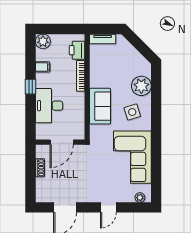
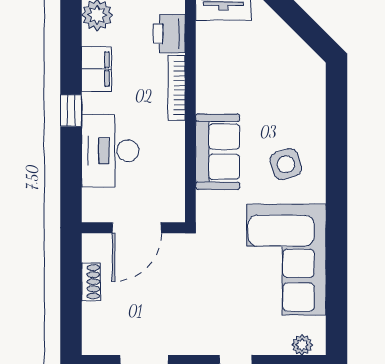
filing cabinet: (43, 67) -> (96, 69), width x2.00
plant: (141, 86) -> (305, 109), removed

